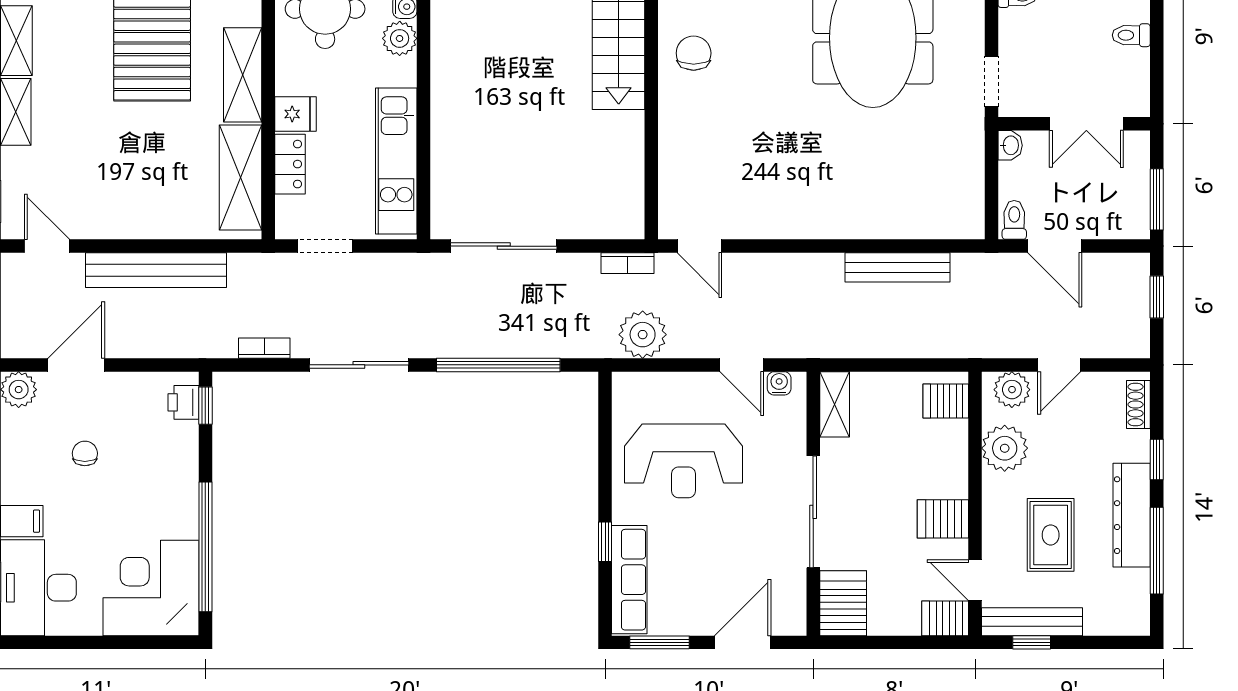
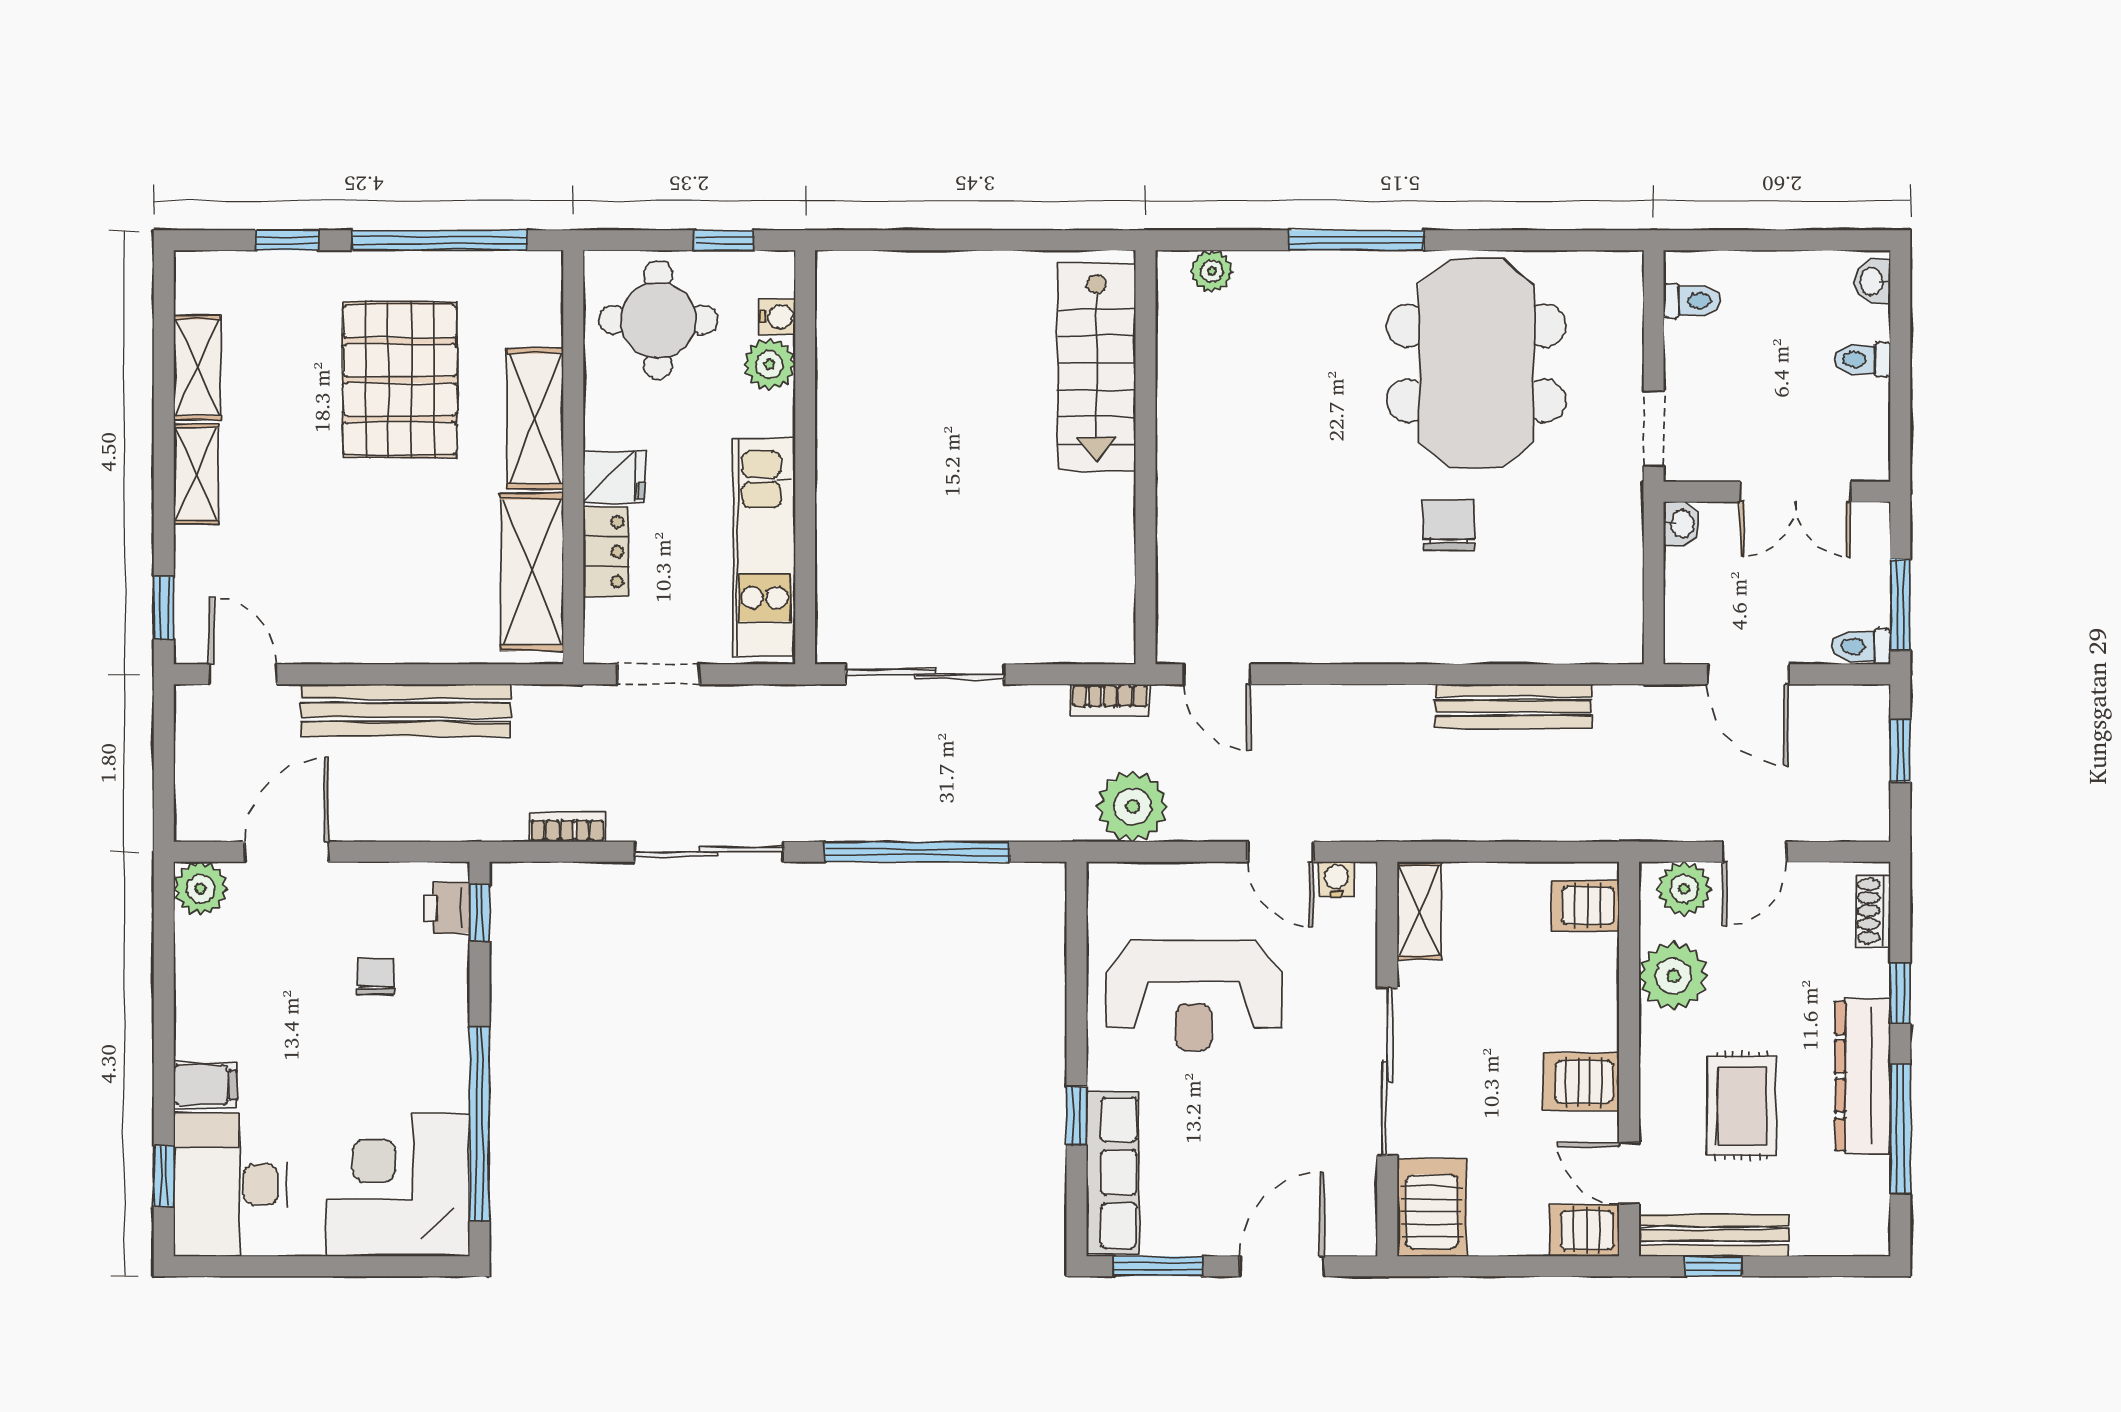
chair: (694, 53) -> (1449, 525), moved
toilet: (1014, 220) -> (1861, 646), moved, turned -90
chair: (85, 453) -> (376, 977), moved

